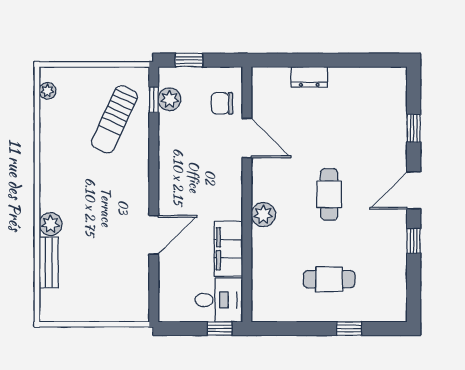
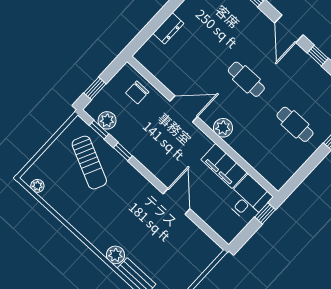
door: (247, 138) -> (184, 109), moved
window: (154, 141) -> (123, 152), added
cafe table: (329, 279) -> (295, 124), turned 90

